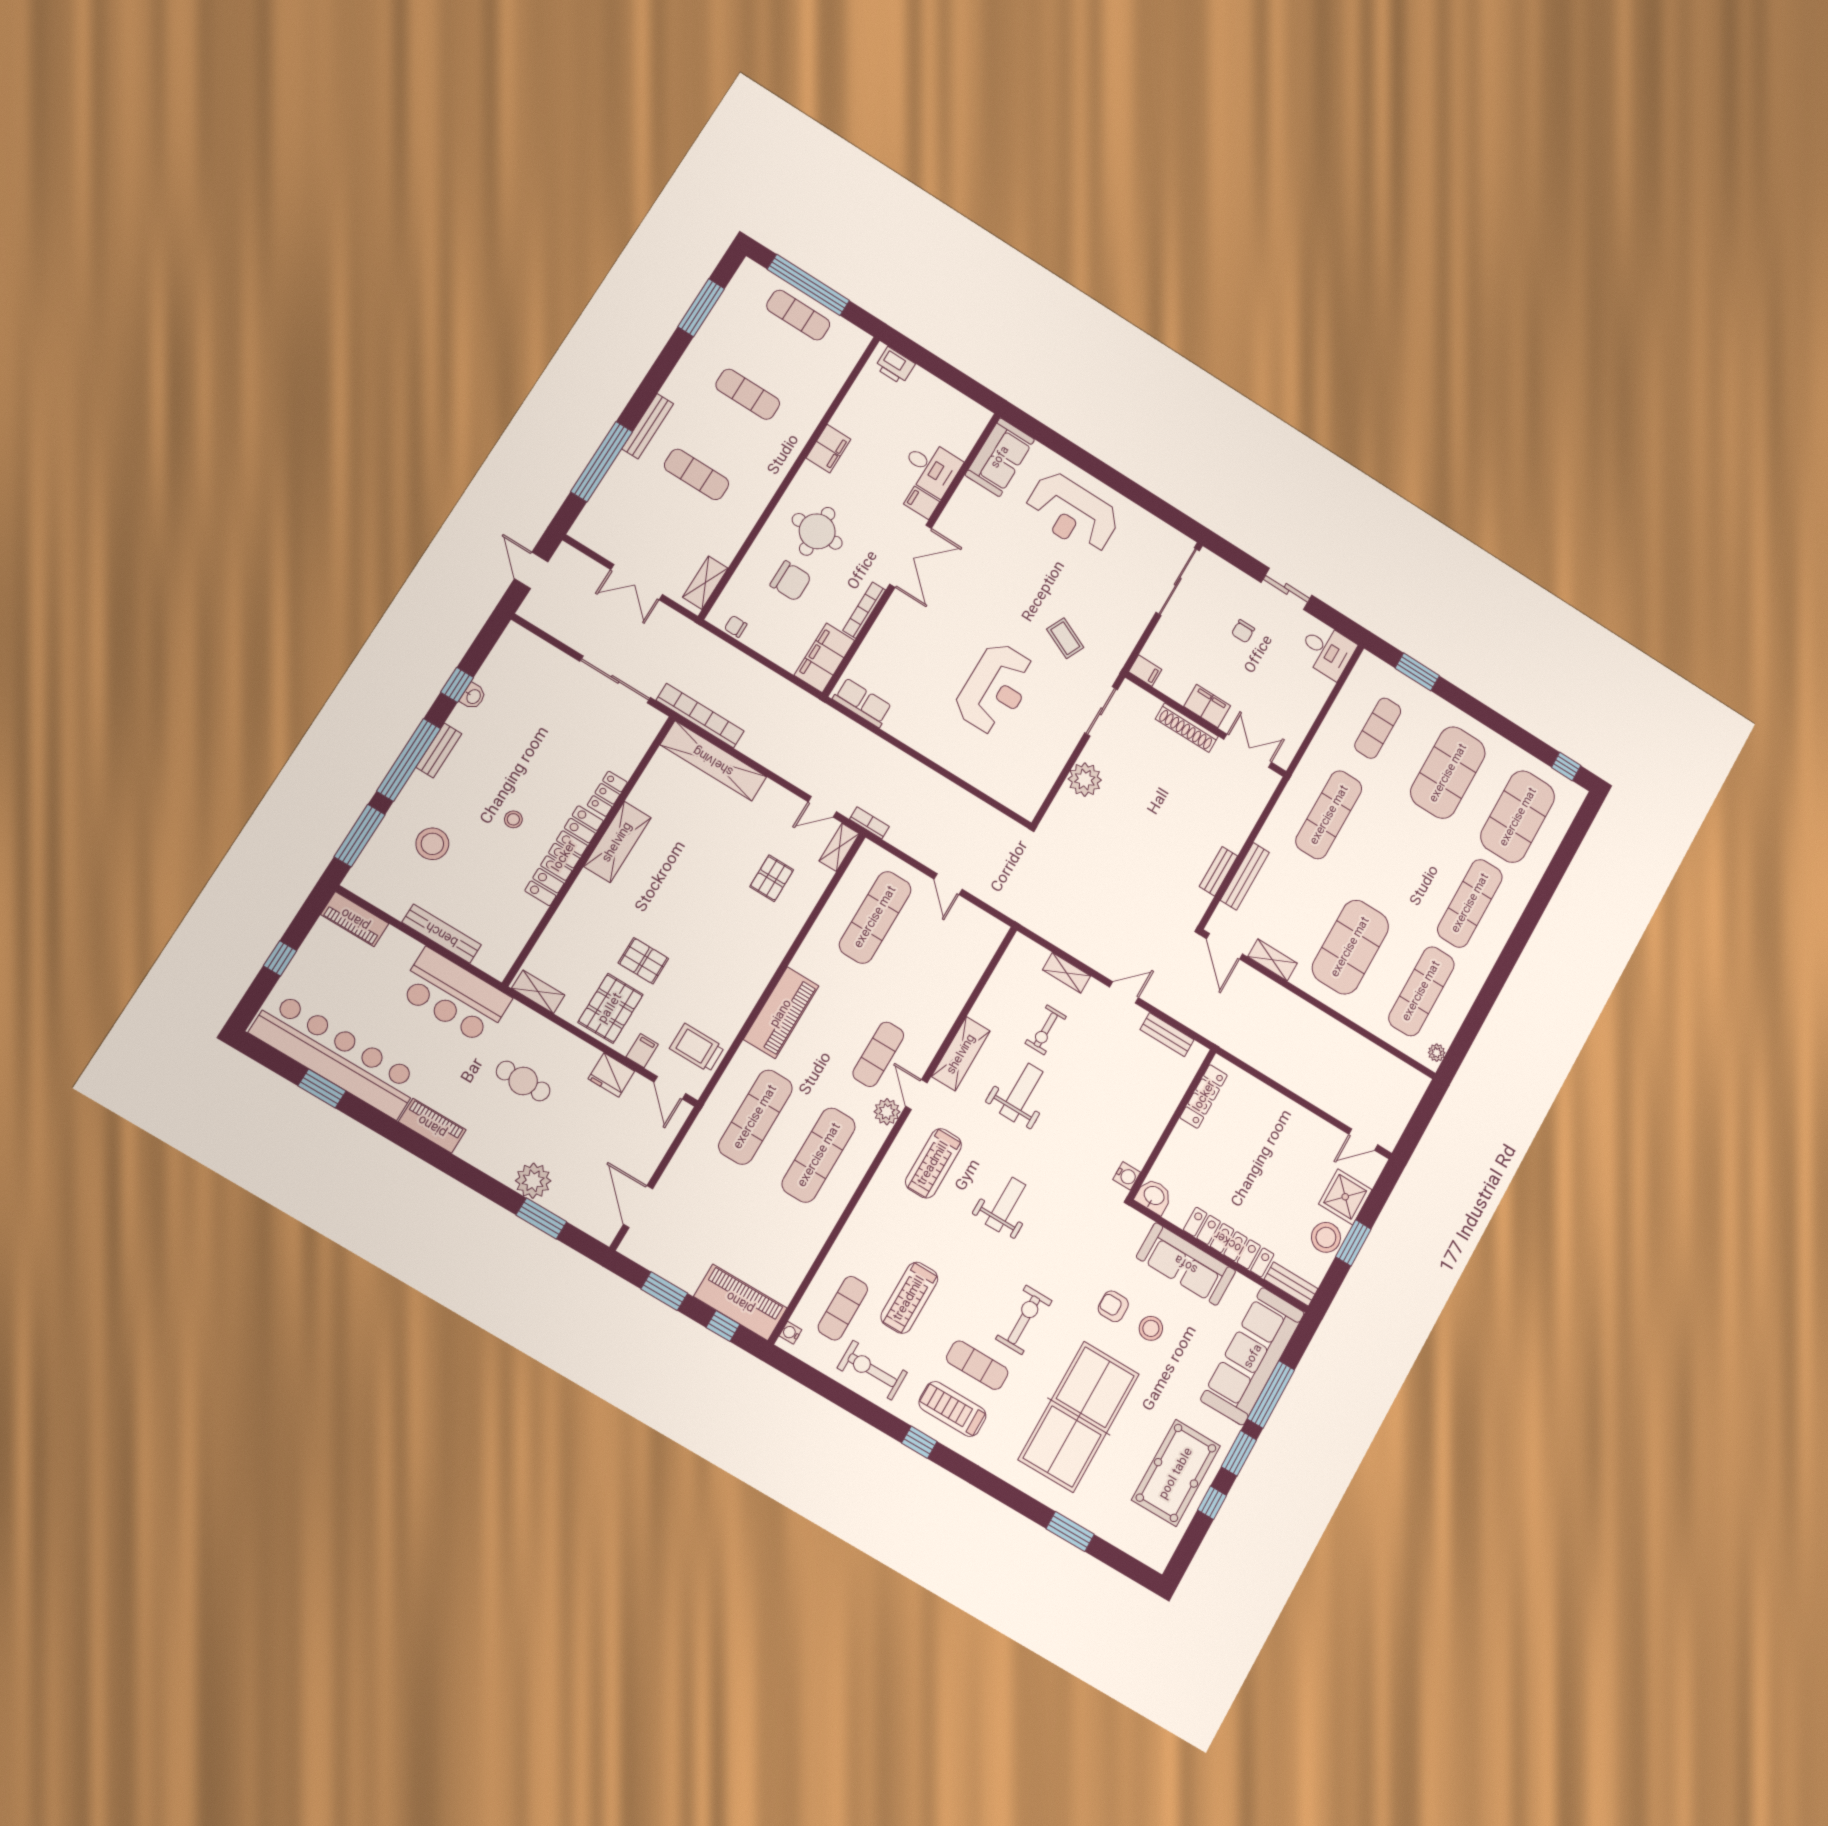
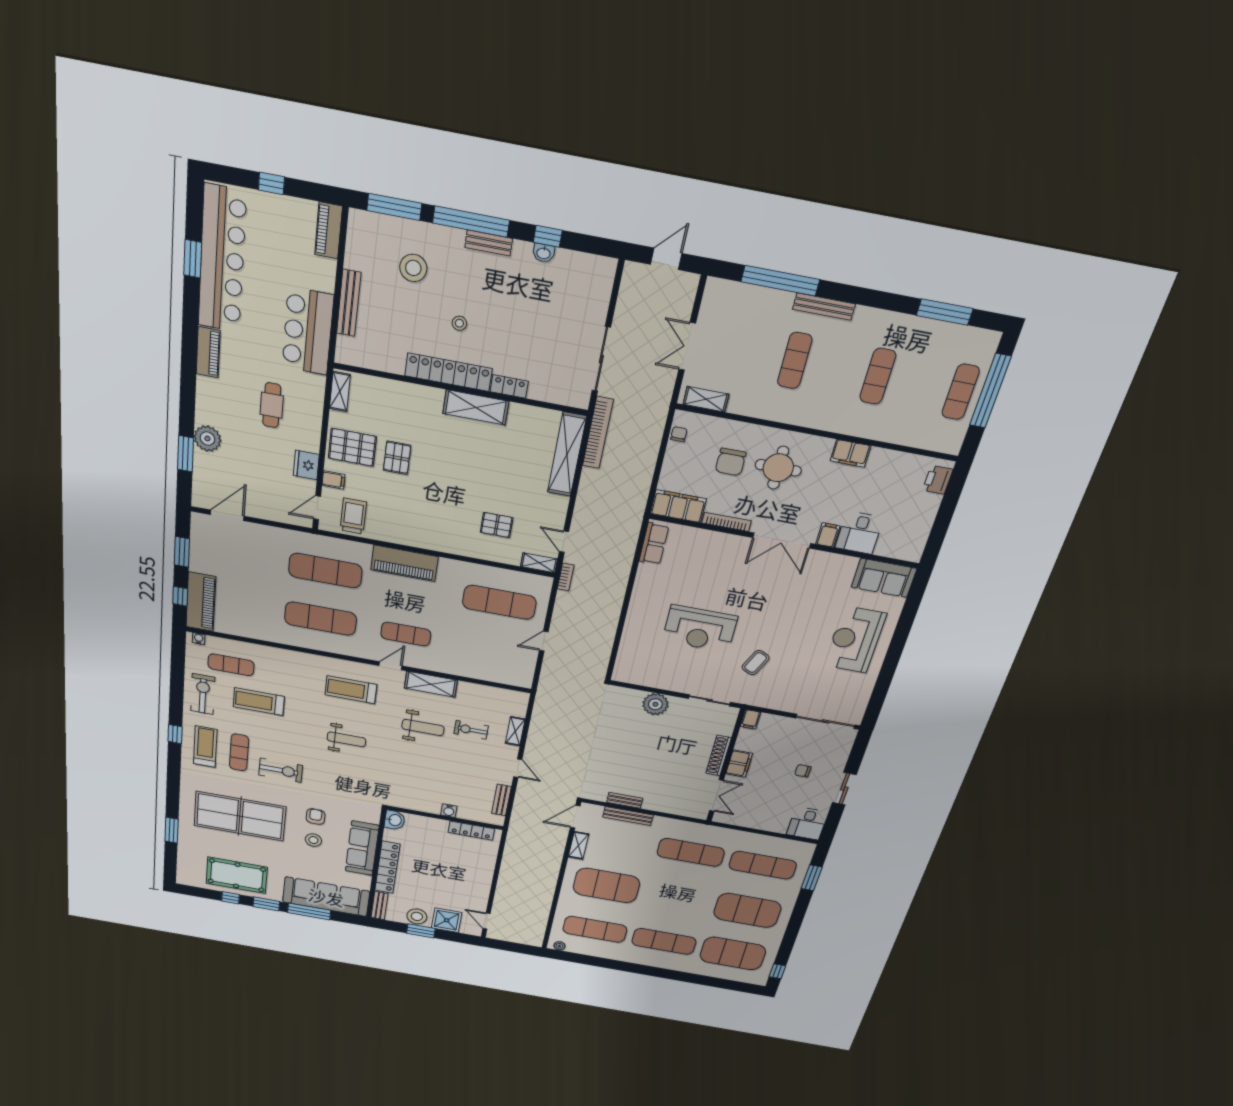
exercise mat: (1378, 728) -> (763, 865), width x1.36, depth x1.45
plant: (887, 1112) -> (370, 651), removed
water cooler: (1127, 1176) -> (449, 811), moved

